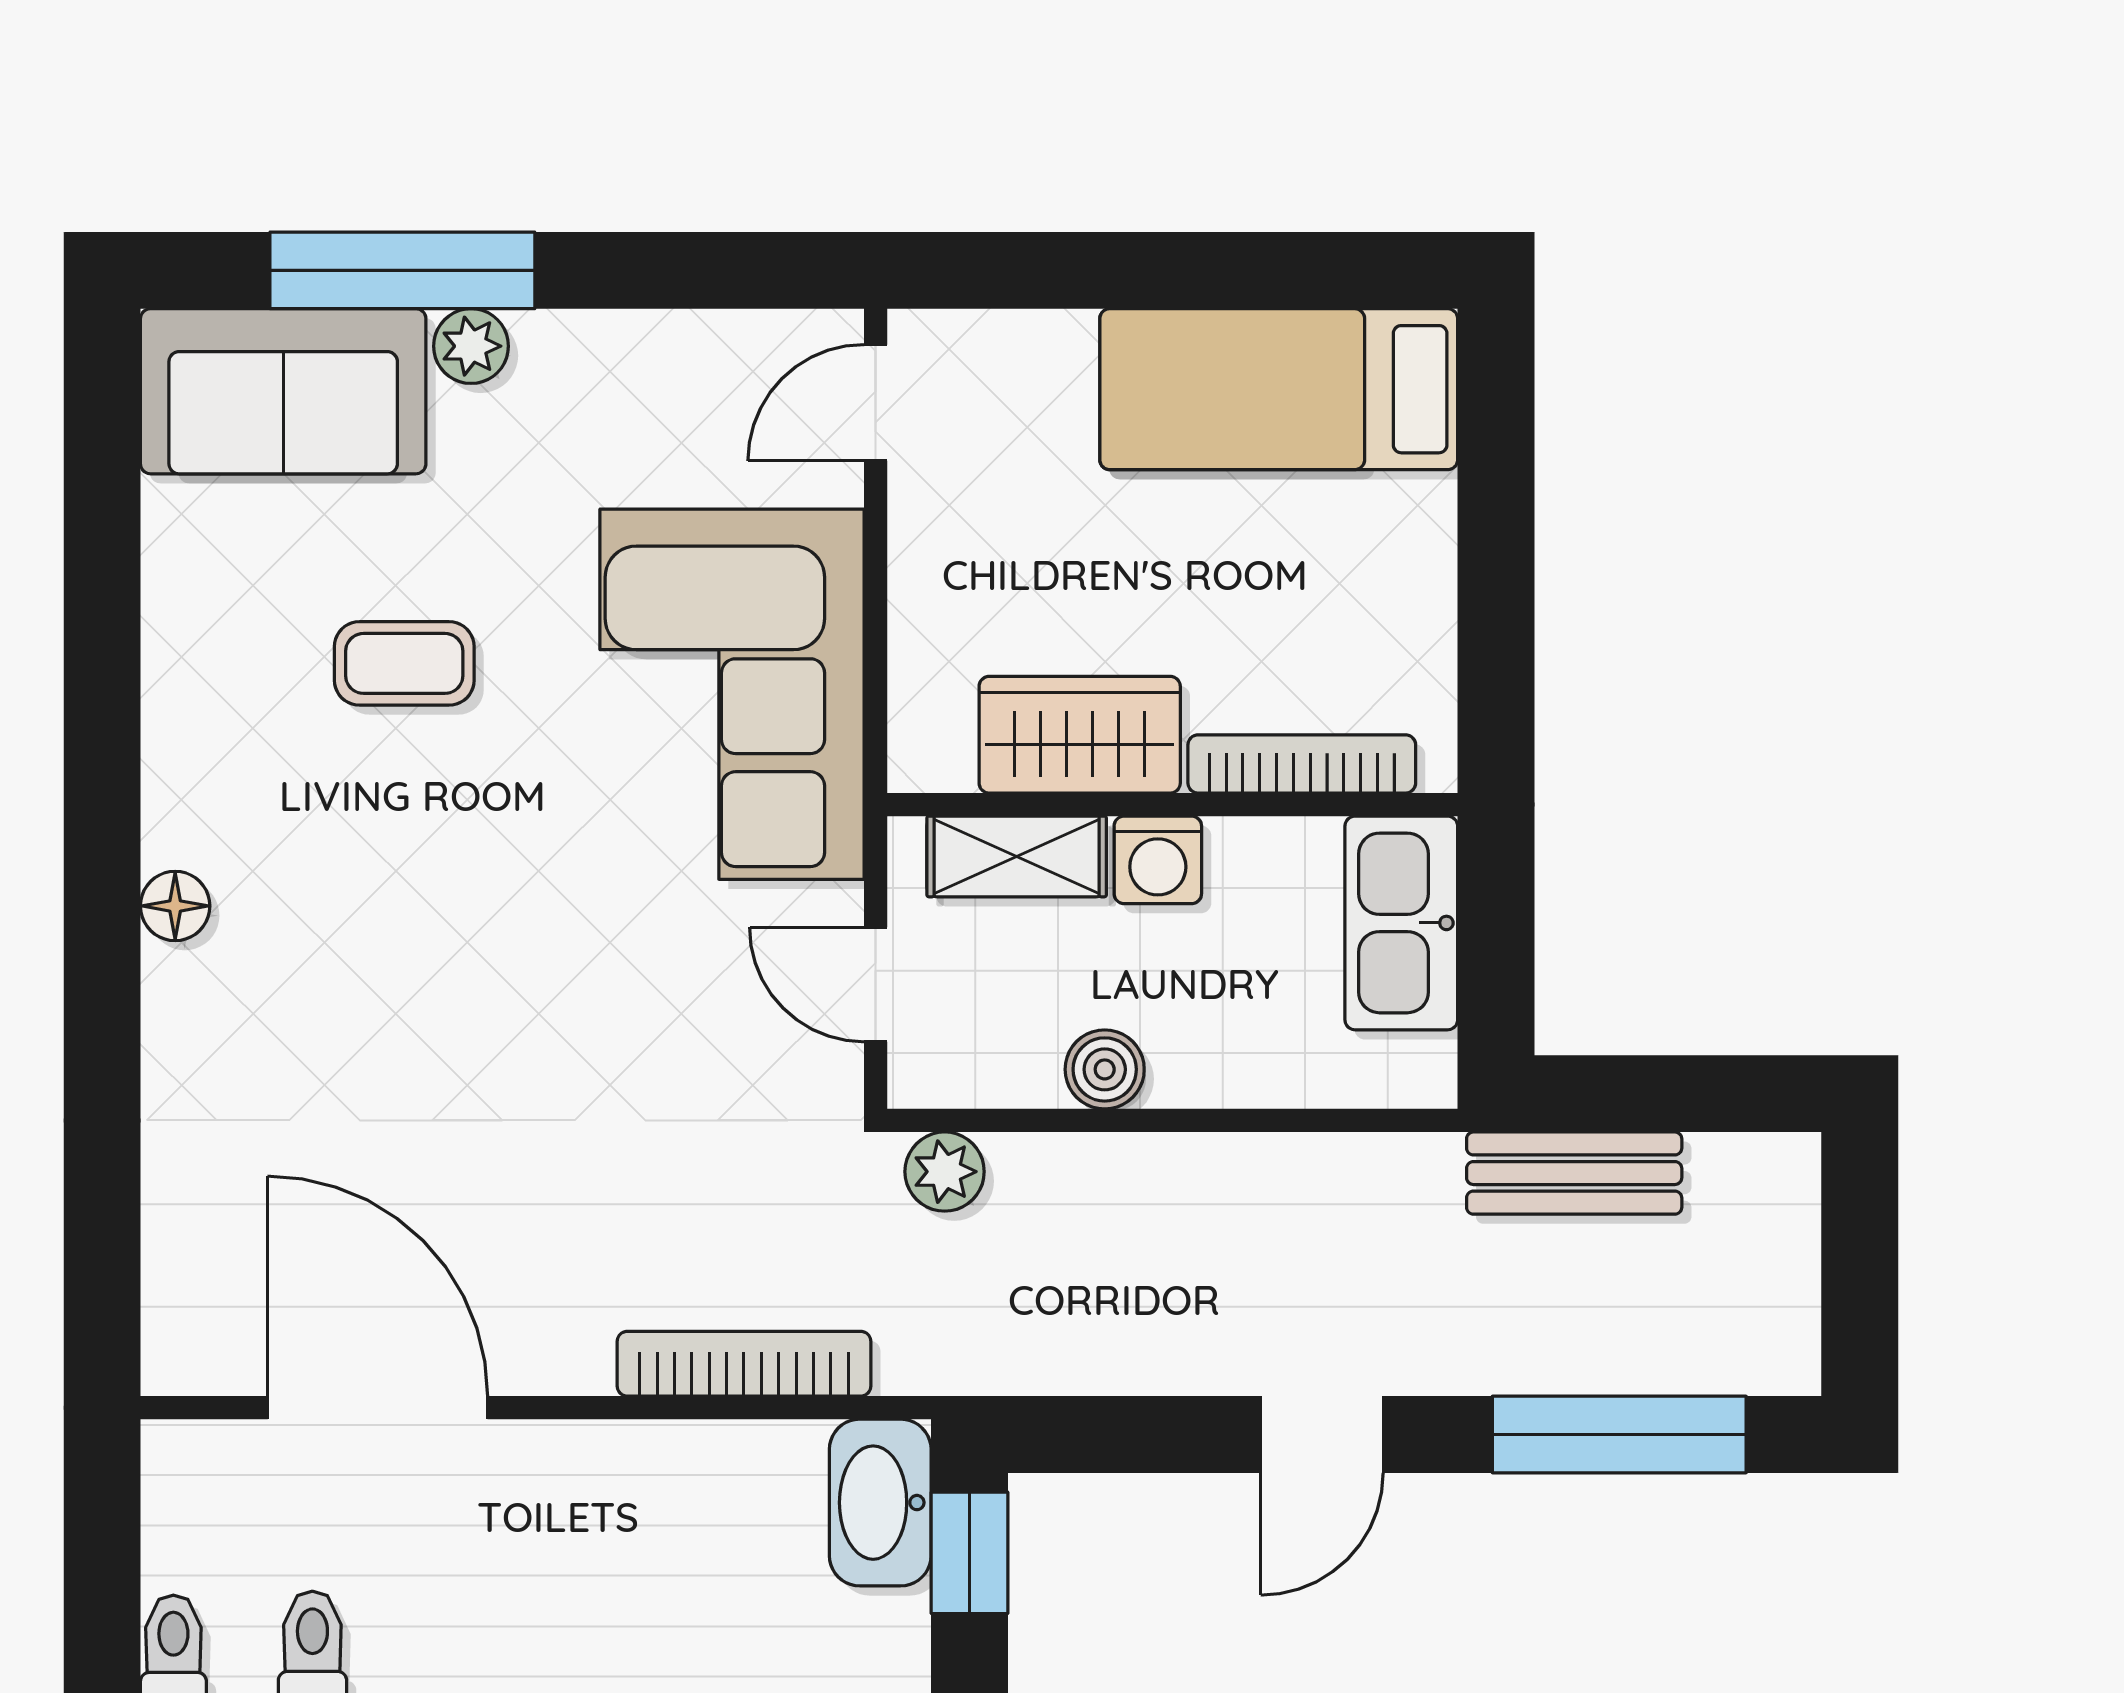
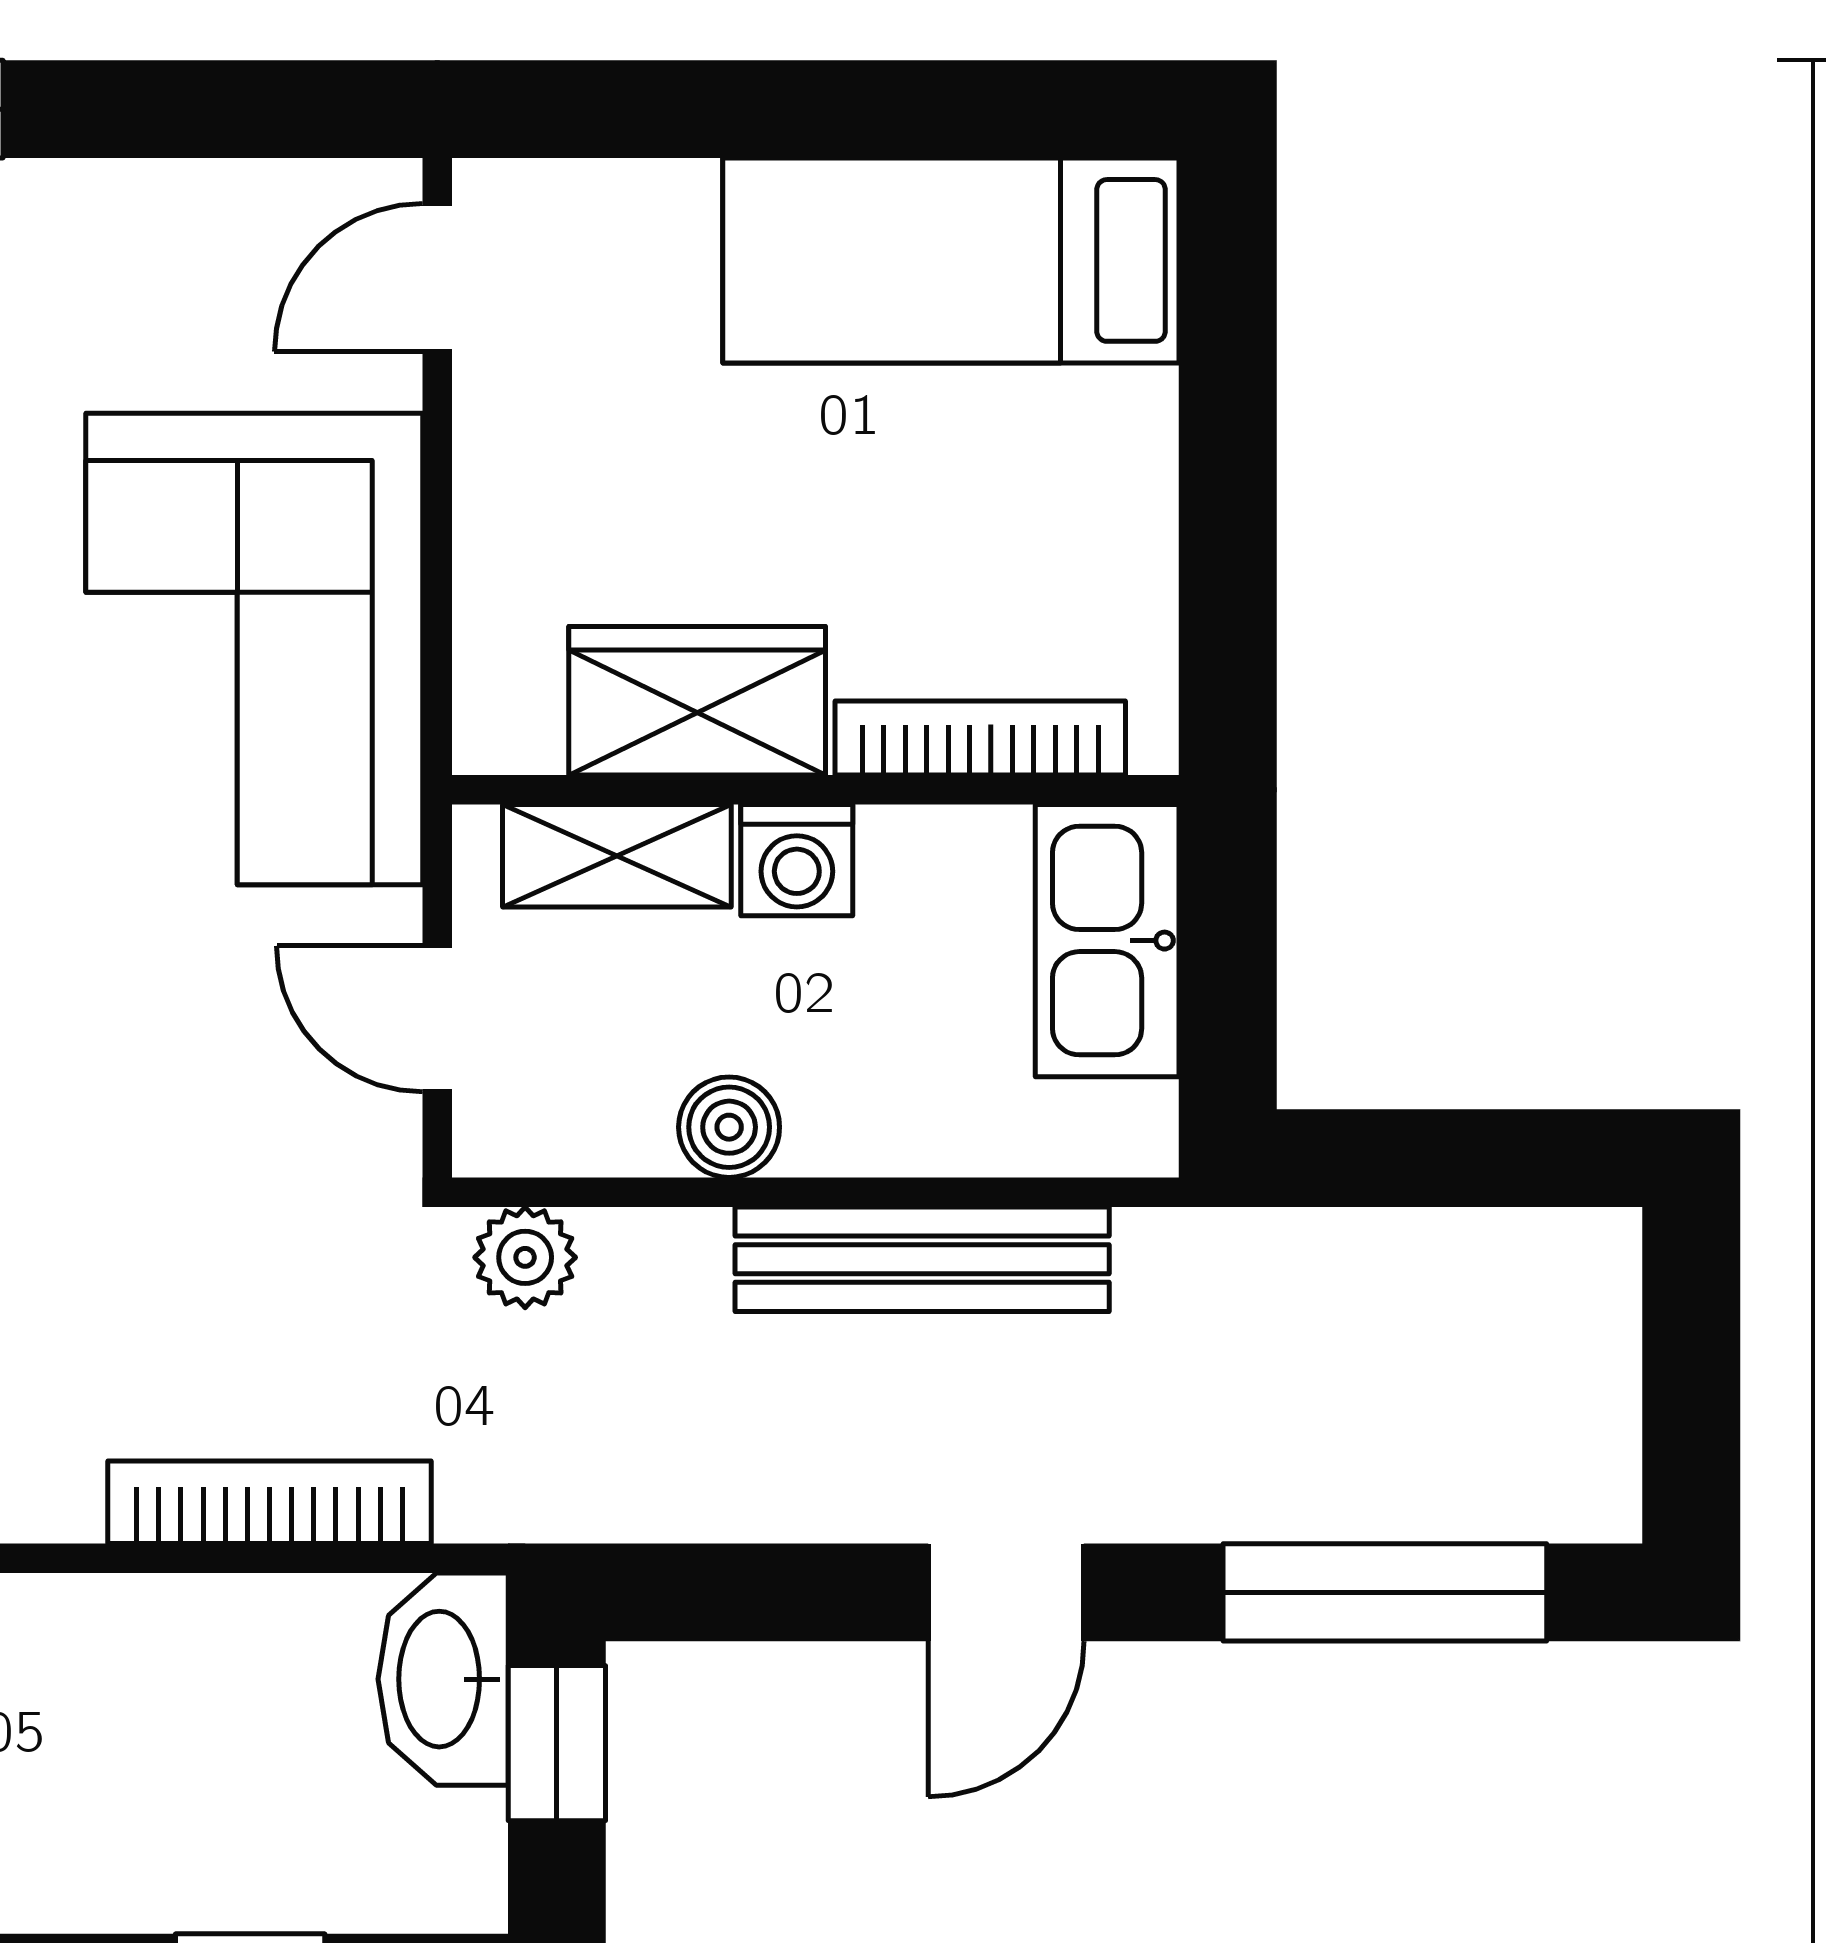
bench: (1574, 1173) -> (922, 1259), moved, width x1.36

